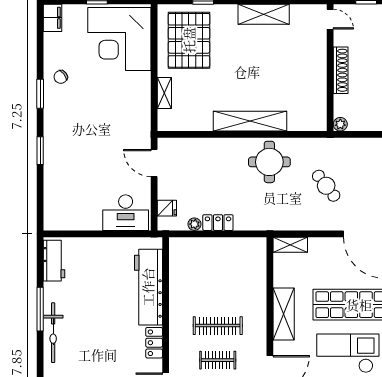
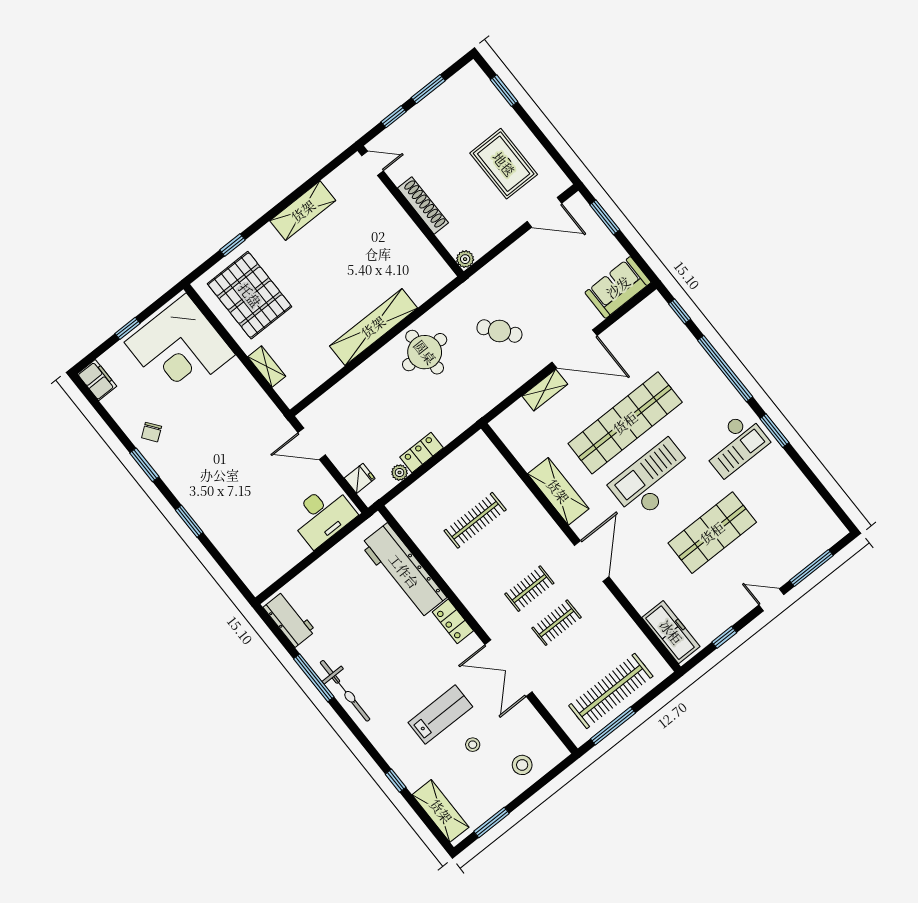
shelving: (290, 245) -> (545, 390), moved
clothes rail: (218, 326) -> (475, 520), moved

